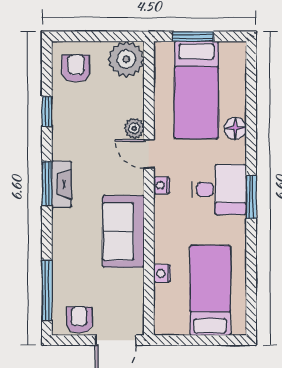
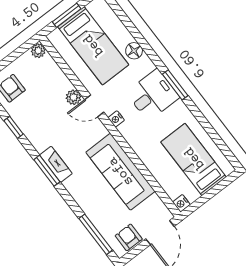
plant: (126, 59) -> (38, 51), width x0.53, depth x0.53
sofa: (123, 231) -> (120, 172), width x1.36
nightstand: (162, 273) -> (181, 203), moved

